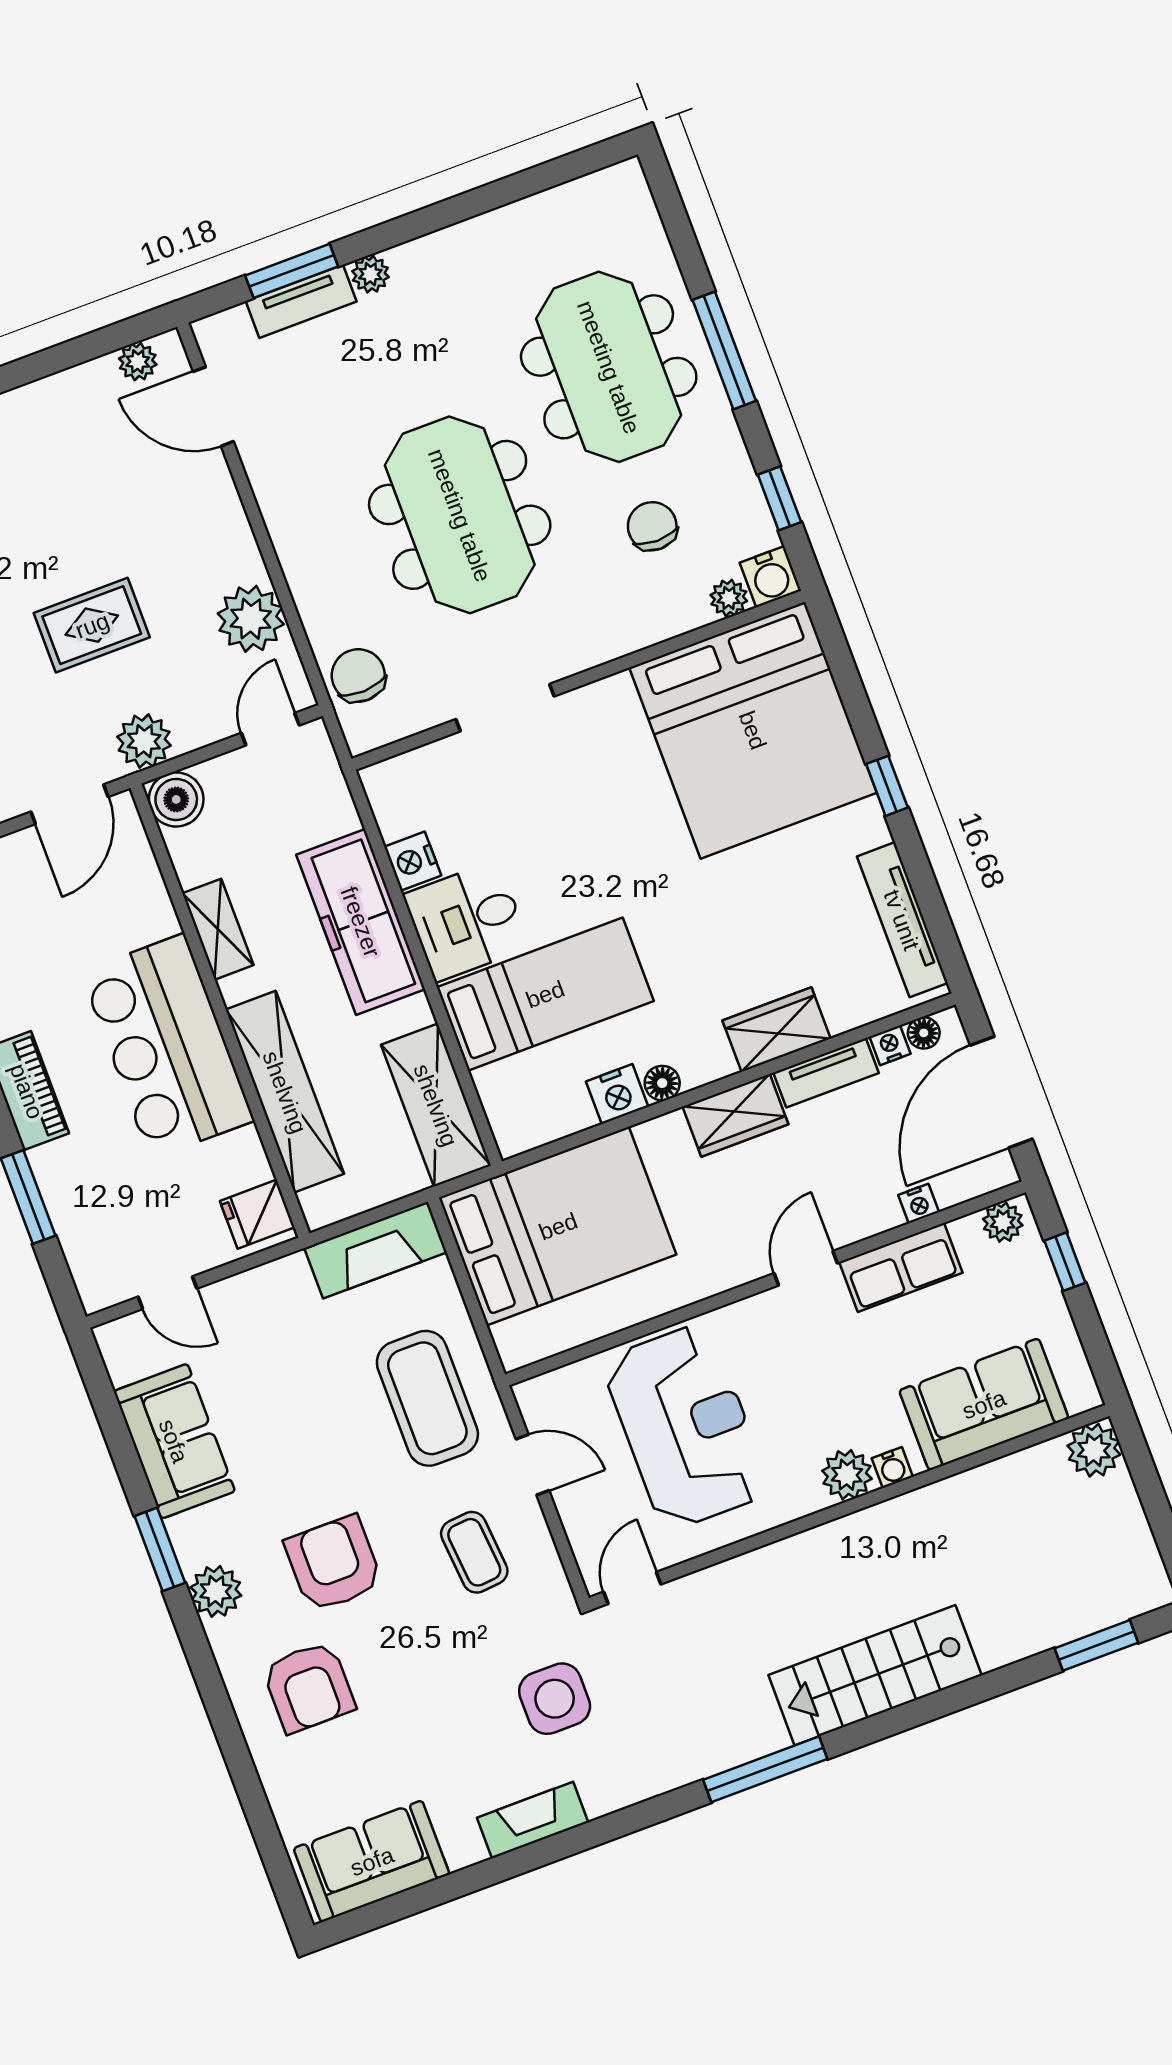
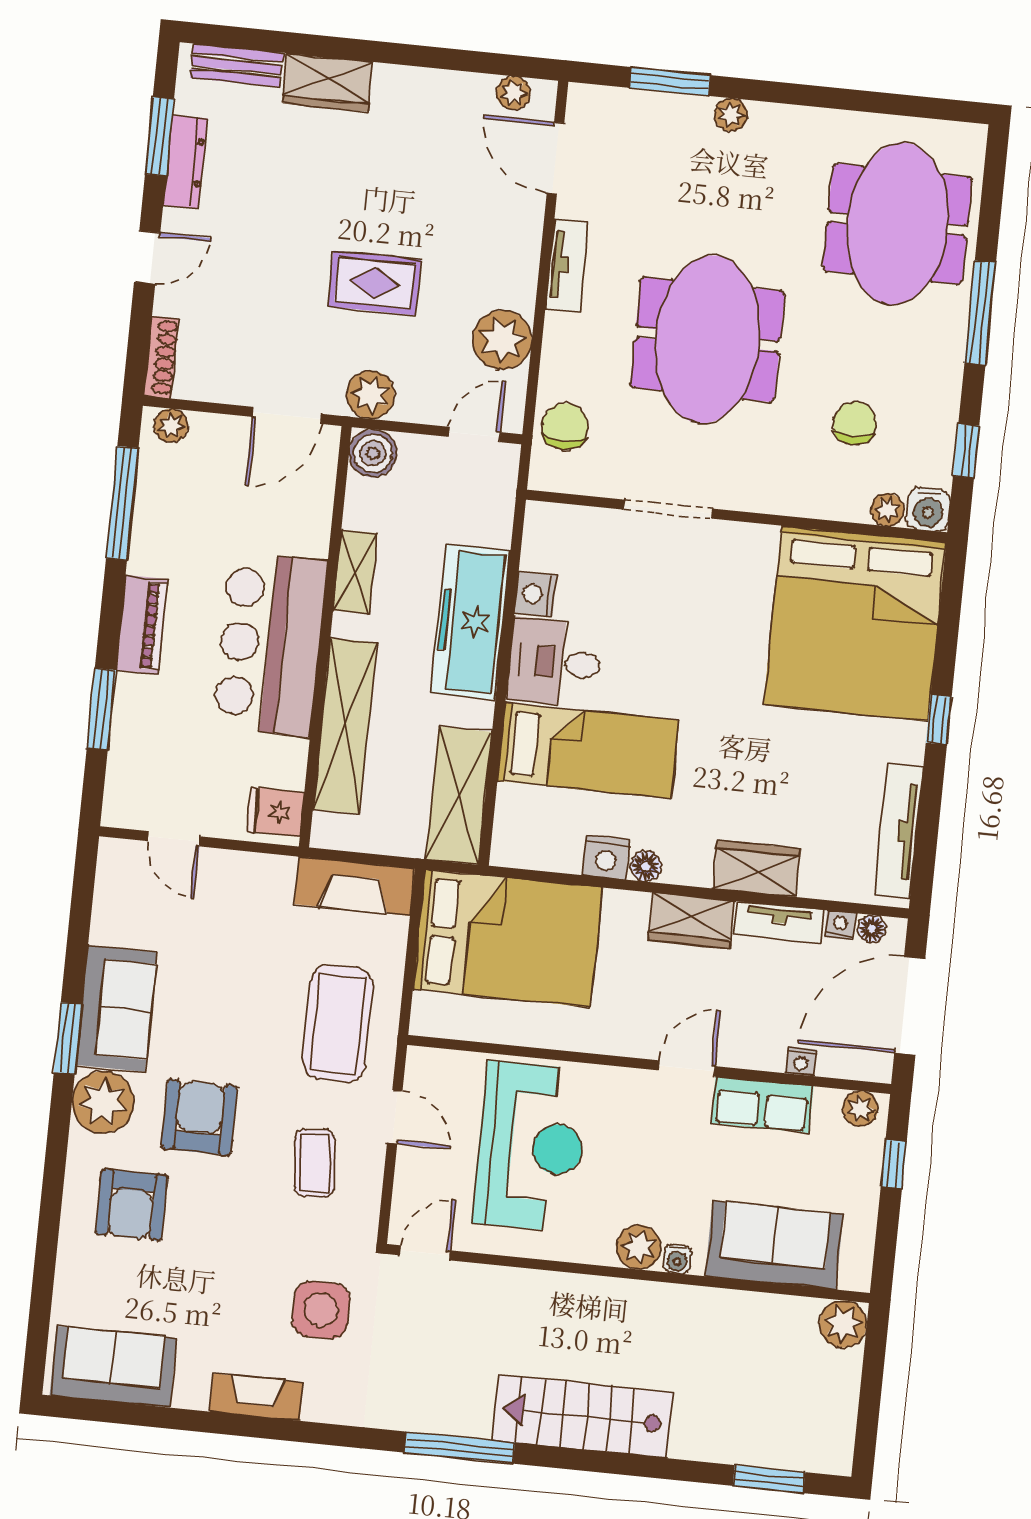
tv unit: (301, 301) -> (567, 265), moved, turned -90
meeting table: (609, 367) -> (897, 224), moved
sofa: (174, 1441) -> (116, 1009), moved
plant: (216, 1591) -> (103, 1102), width x1.36, depth x1.36

